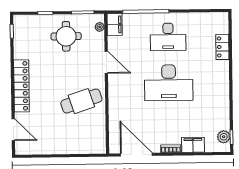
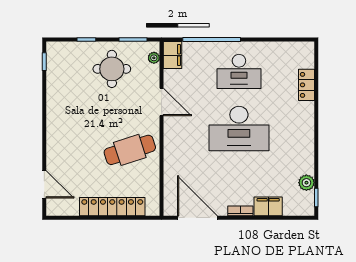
locker: (21, 86) -> (112, 207), moved, turned -90
plant: (224, 137) -> (306, 183), moved

